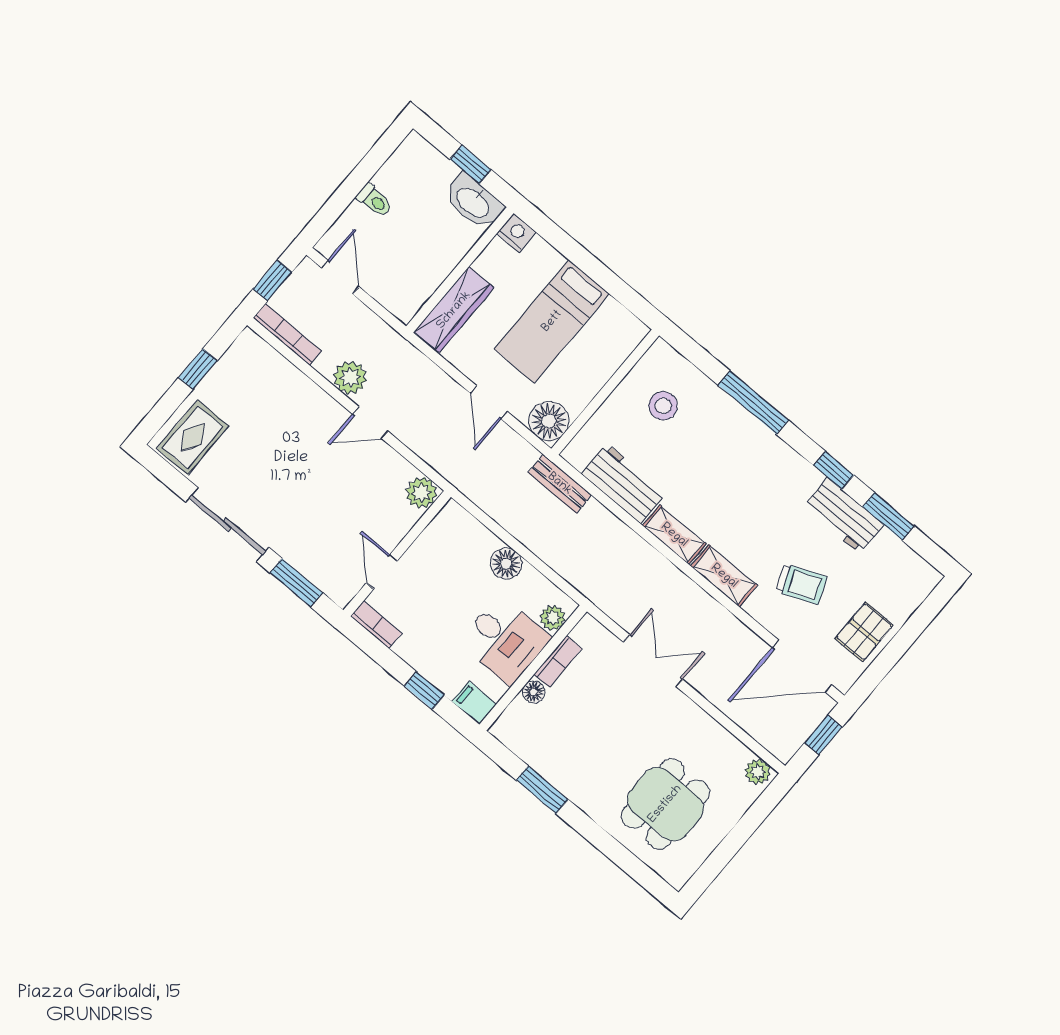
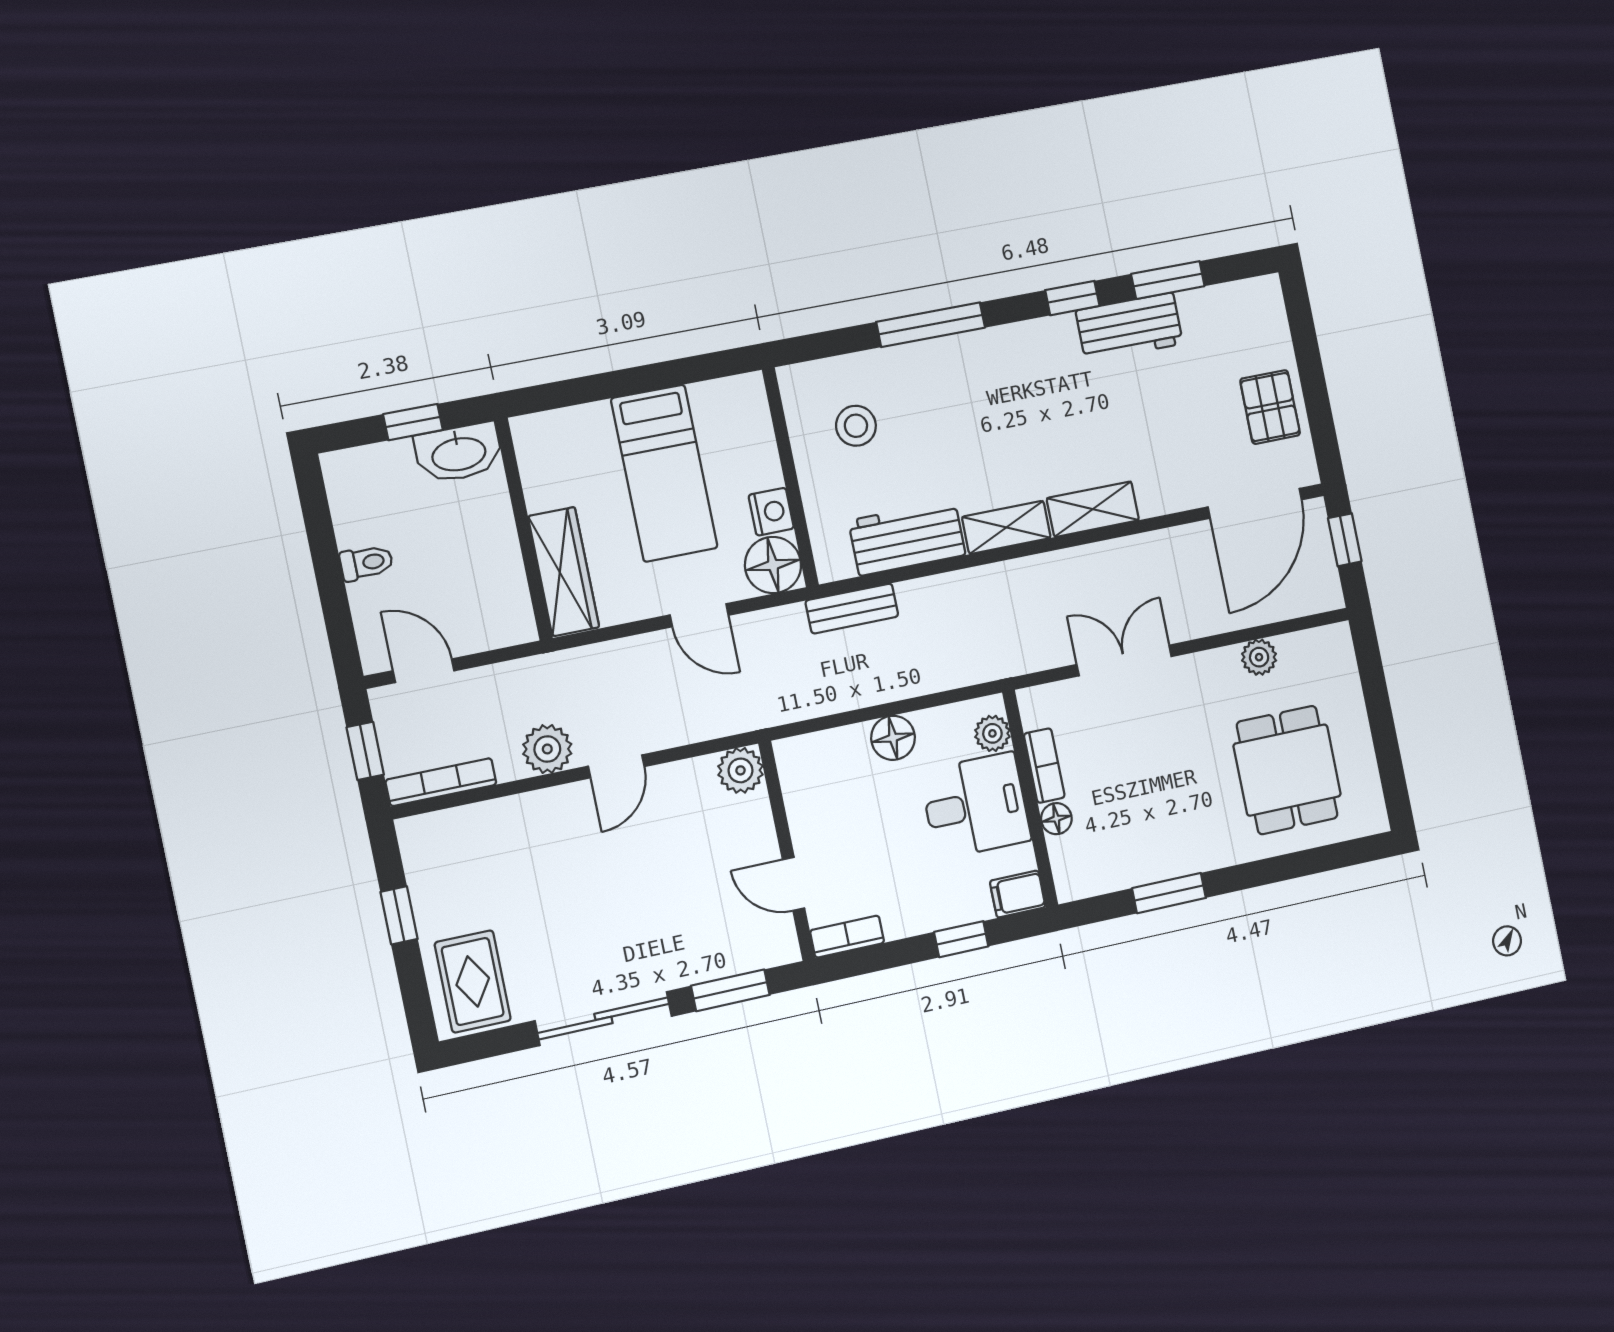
nightstand: (516, 233) -> (771, 512), moved, turned 90
trolley: (801, 584) -> (1167, 433), removed
plant: (758, 772) -> (1259, 657), moved

